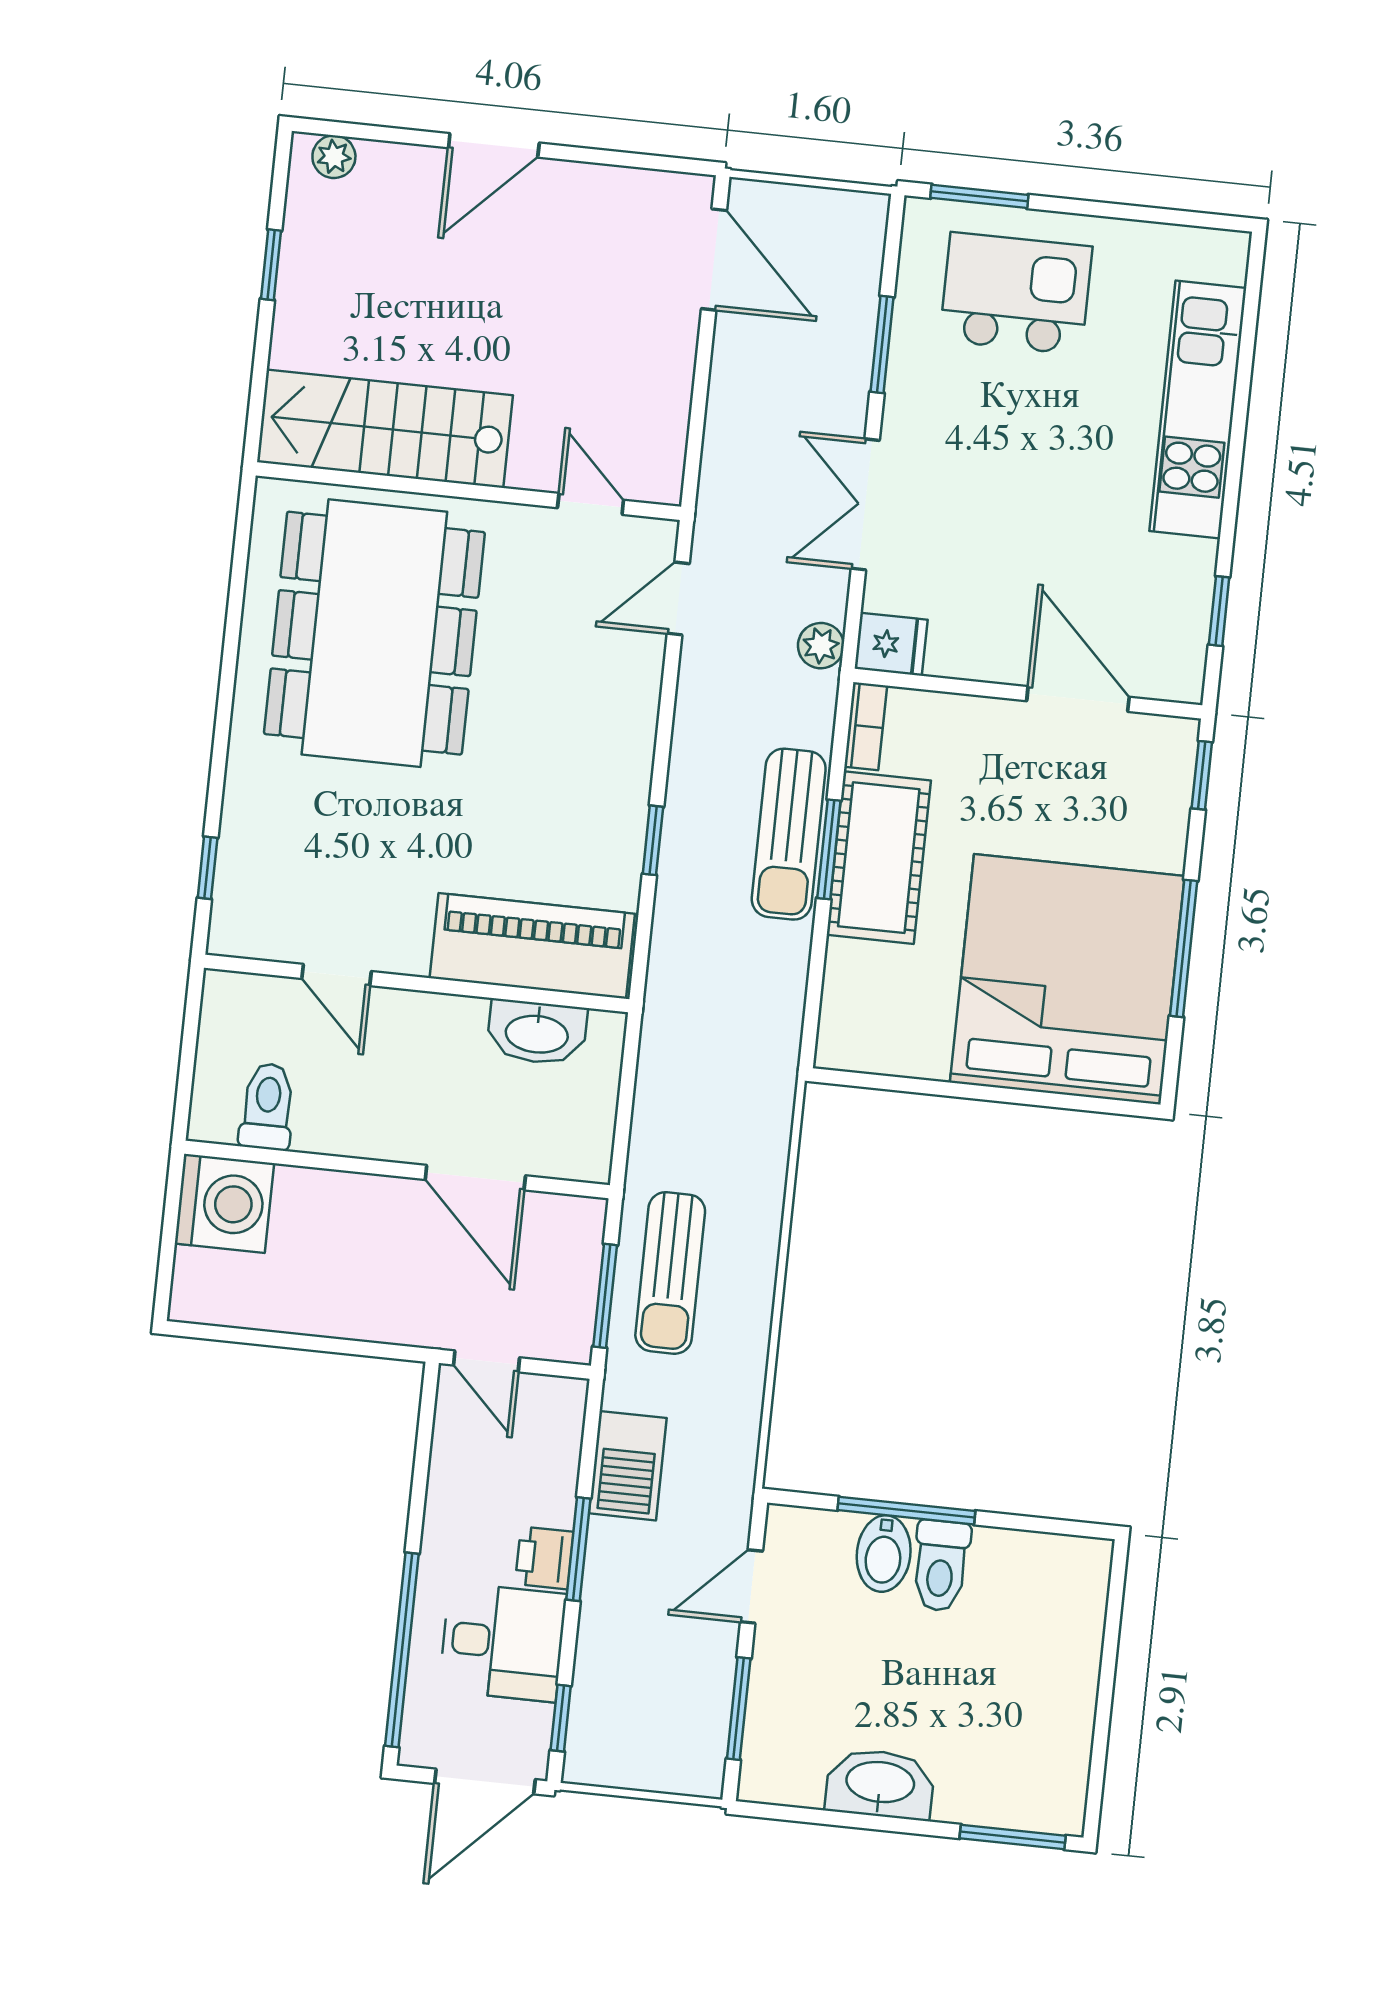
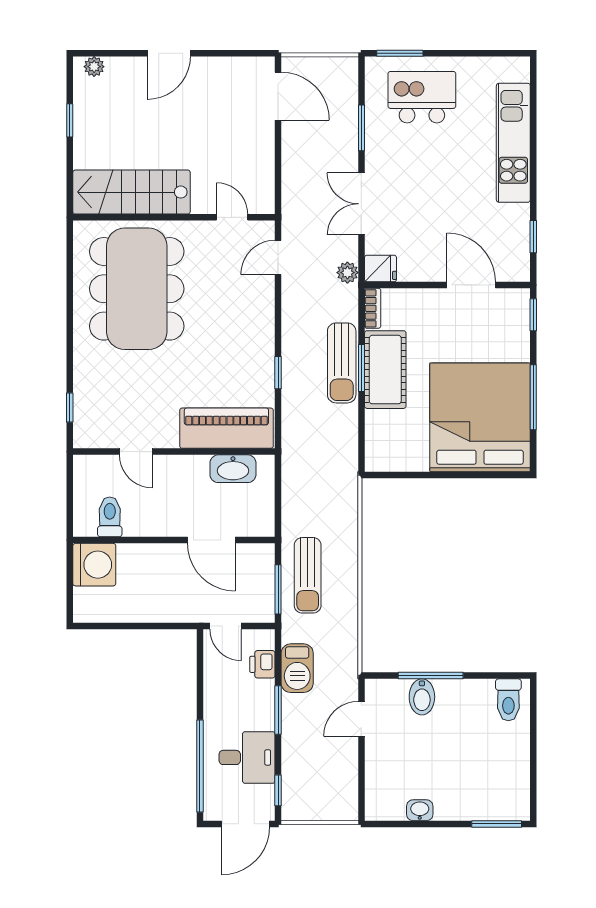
printer: (544, 1558) -> (262, 664), moved
toilet: (941, 1566) -> (508, 700), moved
window: (739, 1709) -> (361, 777), removed
washbasin: (880, 1784) -> (420, 810), width x0.52, depth x0.69

